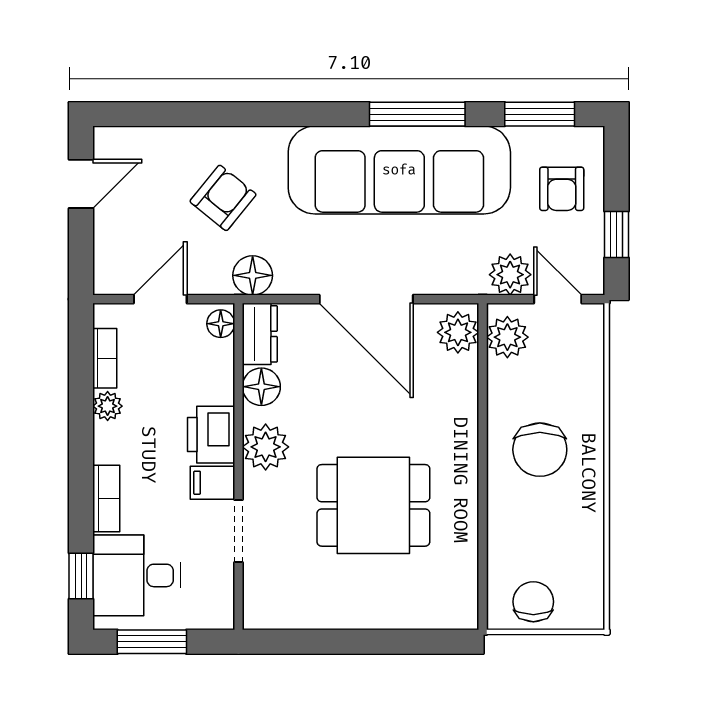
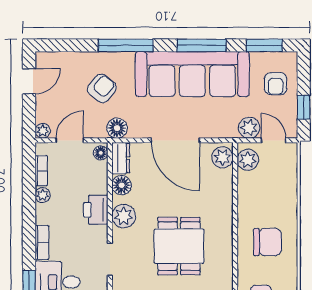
window: (269, 114) -> (126, 45), added
plant: (108, 281) -> (43, 131), added
chair: (540, 450) -> (267, 242), moved, turned -90
filing cabinet: (213, 483) -> (96, 234), removed
dining table: (373, 505) -> (179, 246), turned 90

